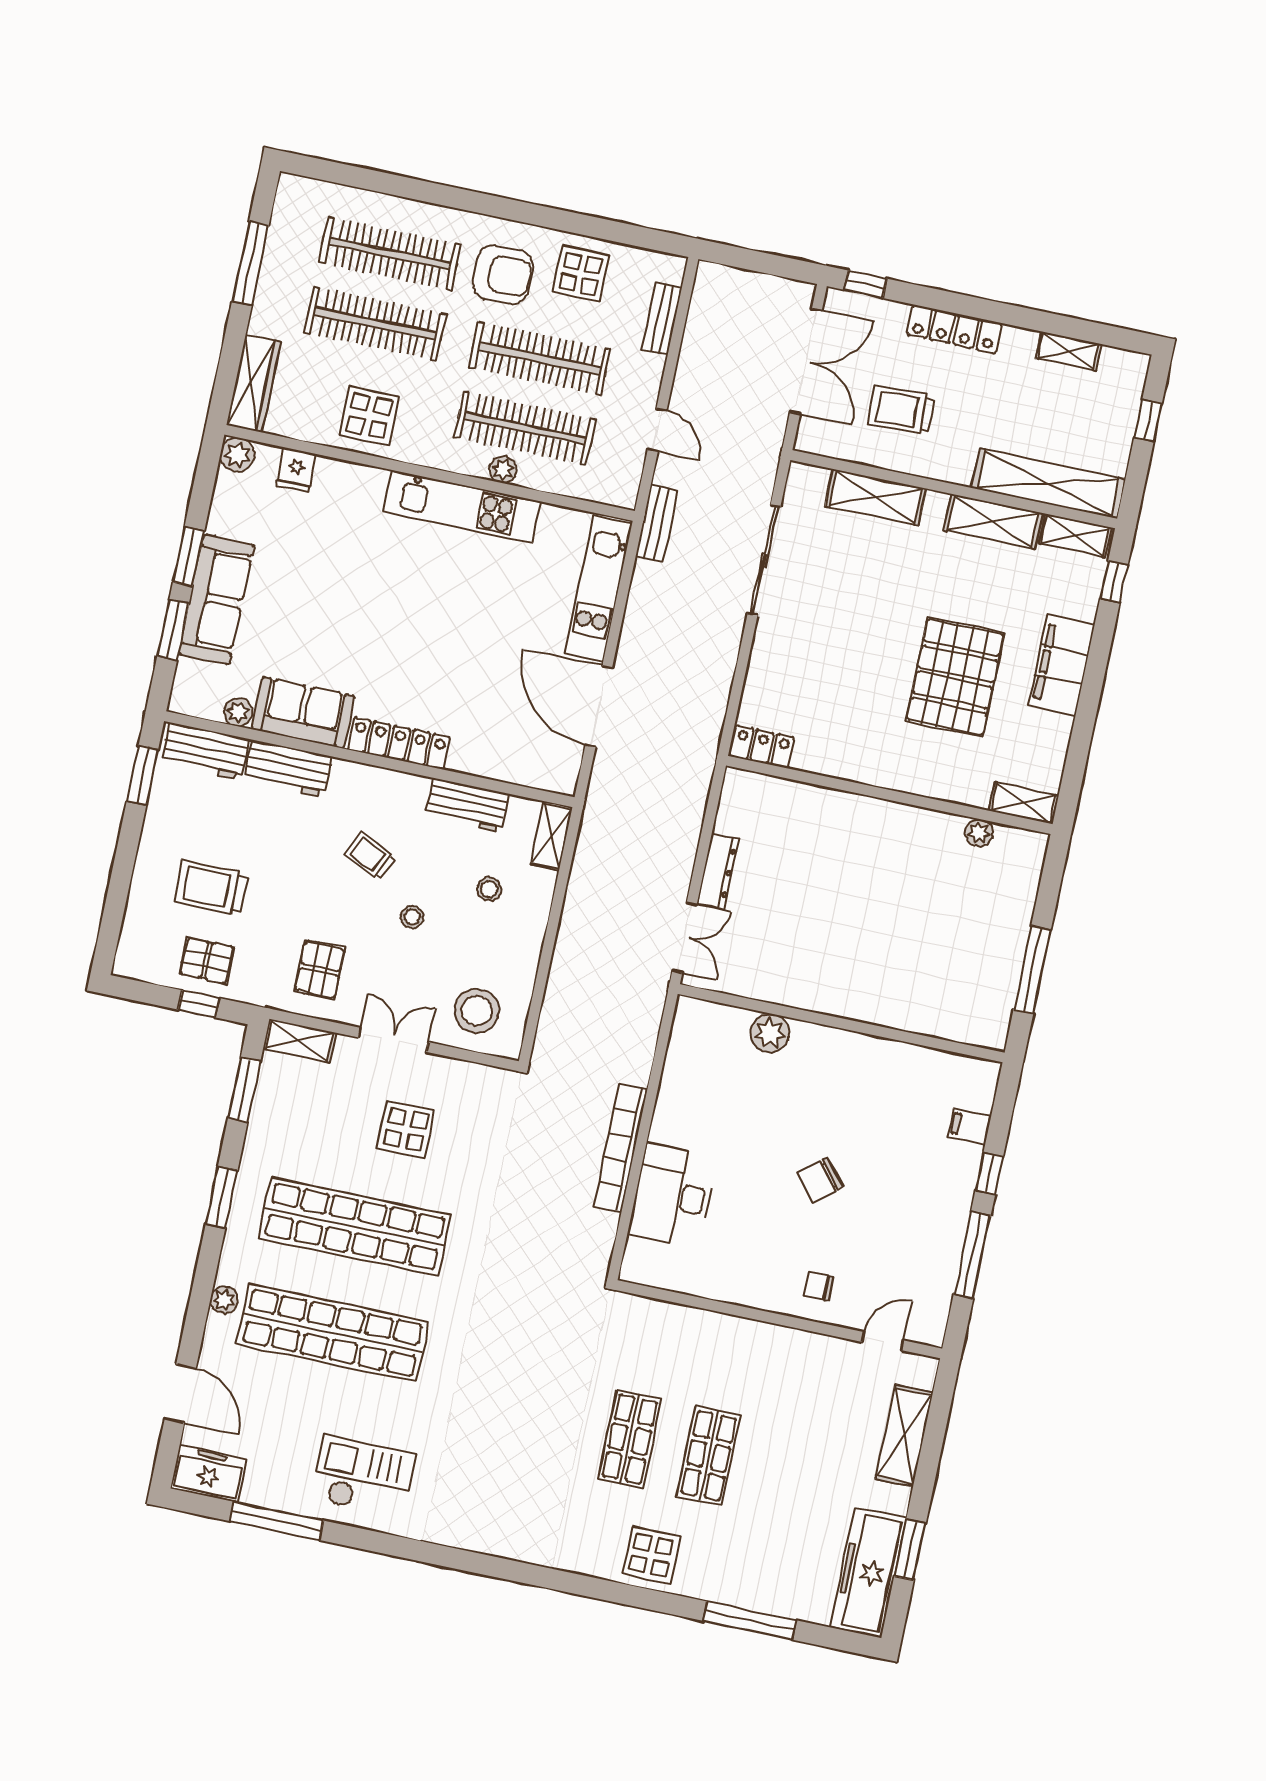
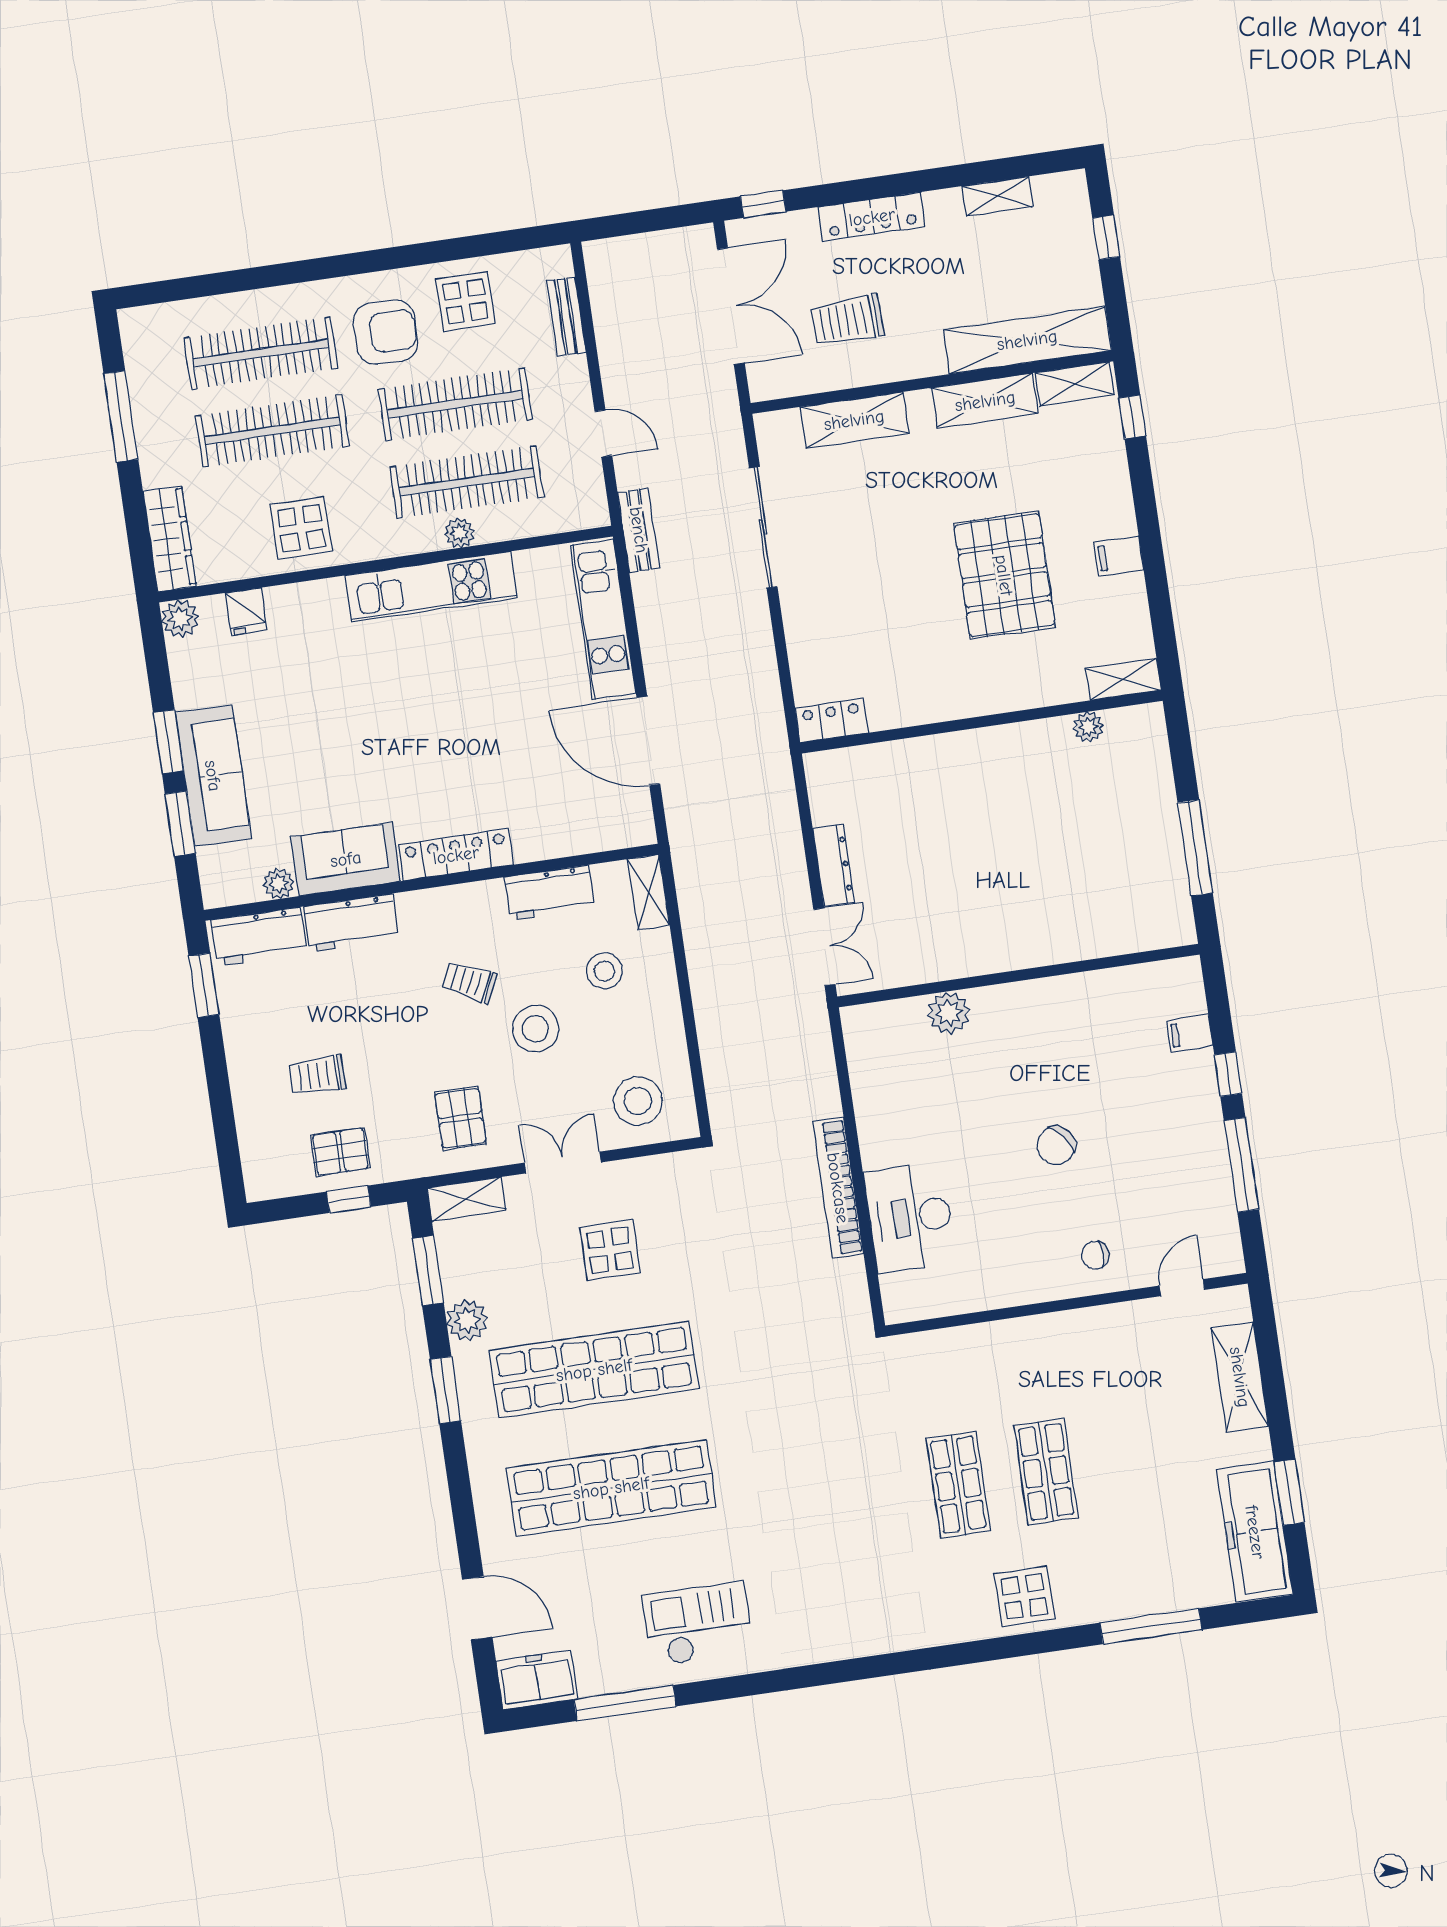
filing cabinet: (1062, 665) -> (1119, 556), width x0.33, depth x0.86
trolley: (211, 888) -> (317, 1075), width x0.73, depth x0.72
stool: (489, 889) -> (604, 971), width x1.37, depth x1.37
stool: (412, 917) -> (536, 1029), width x1.89, depth x1.89
plant: (224, 1300) -> (467, 1320), moved, width x1.38, depth x1.38

